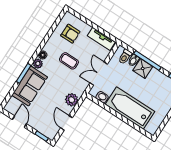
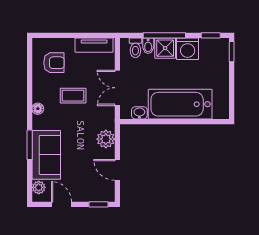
plant: (38, 64) -> (39, 187), moved
washing machine: (156, 78) -> (188, 49), added

